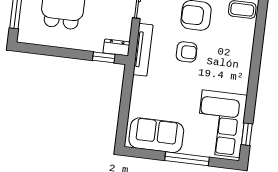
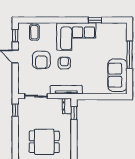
corner sofa: (221, 124) -> (76, 37), moved
window: (247, 134) -> (95, 20), moved

